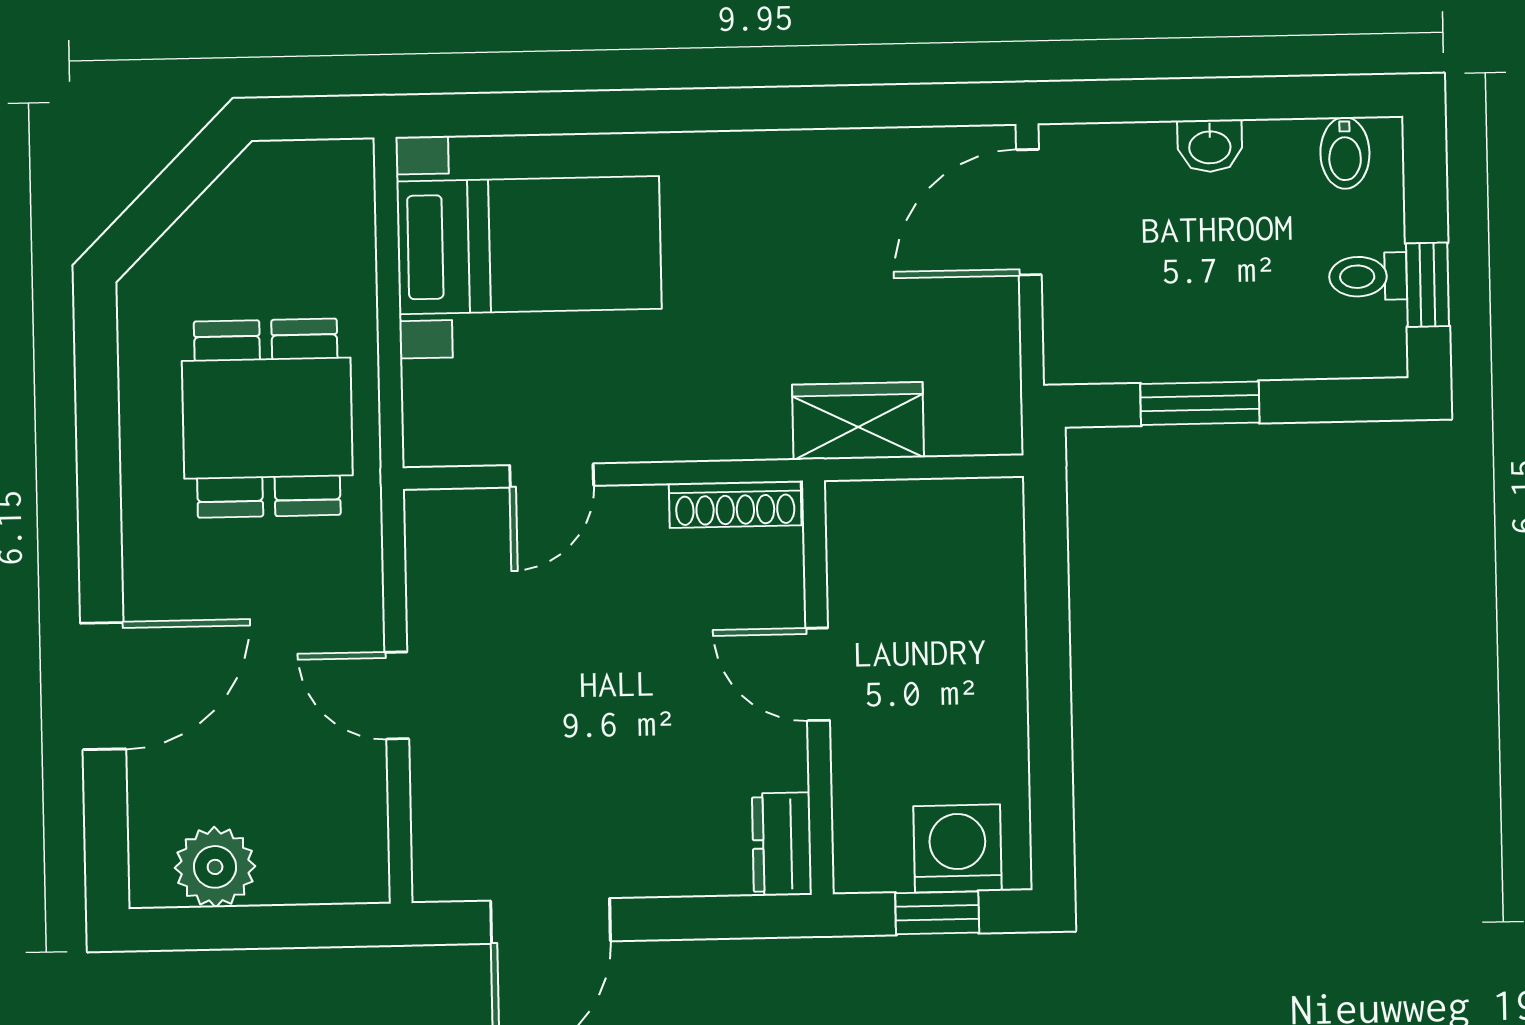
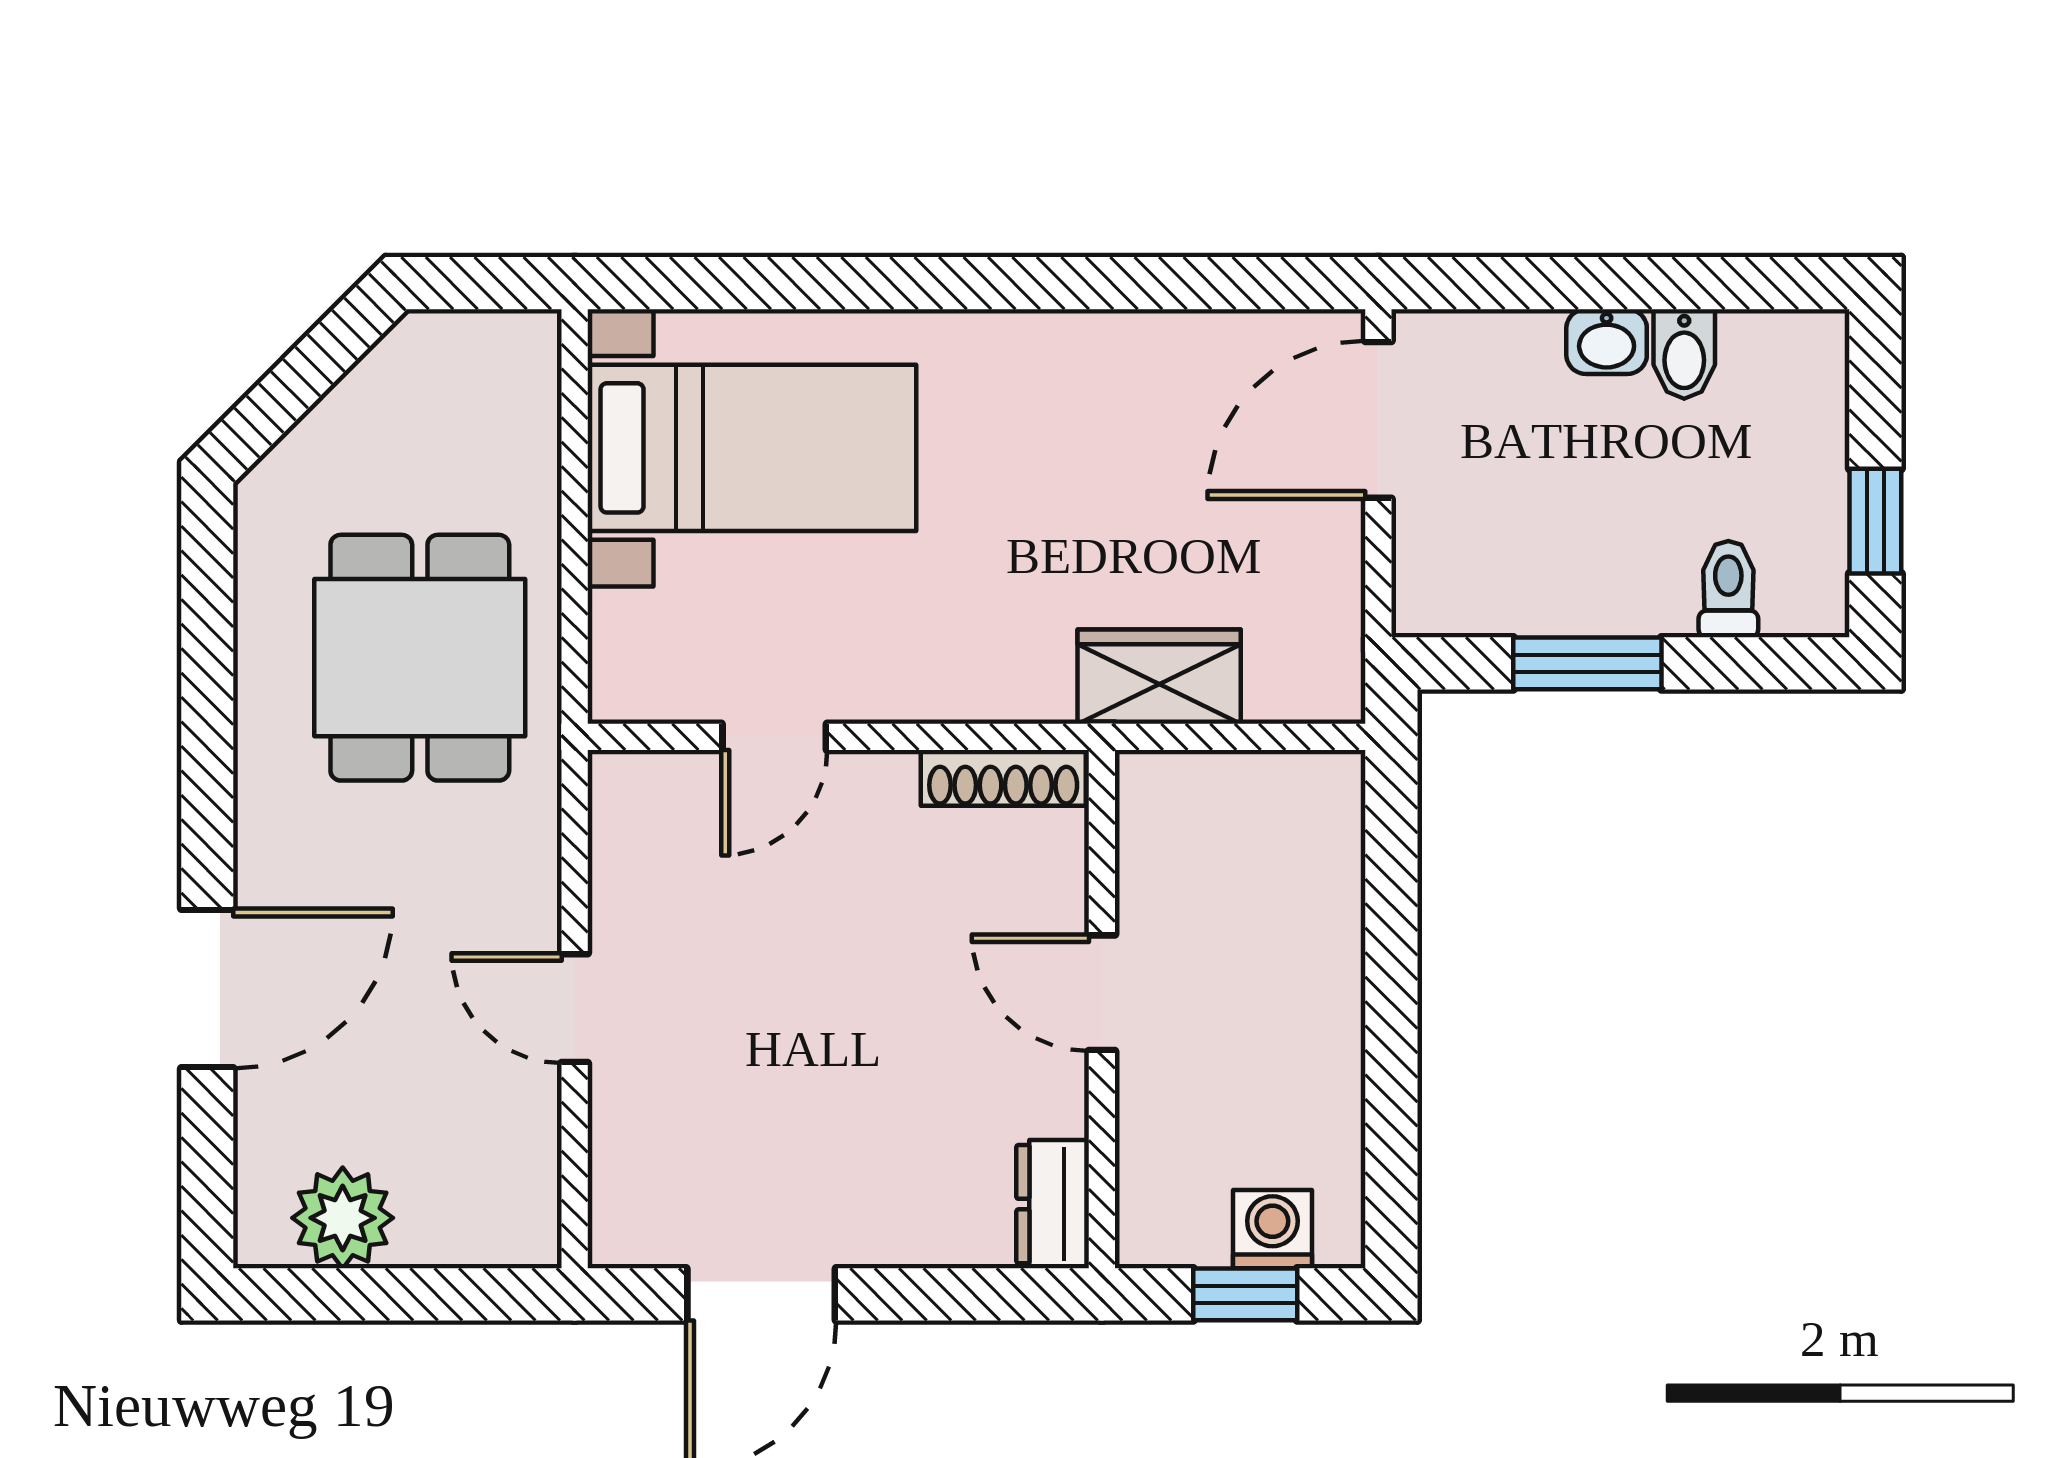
bidet: (1345, 153) -> (1684, 354), moved
toilet: (1368, 276) -> (1728, 589), moved, turned 90
washing machine: (958, 848) -> (1272, 1229), width x0.73, depth x0.73

